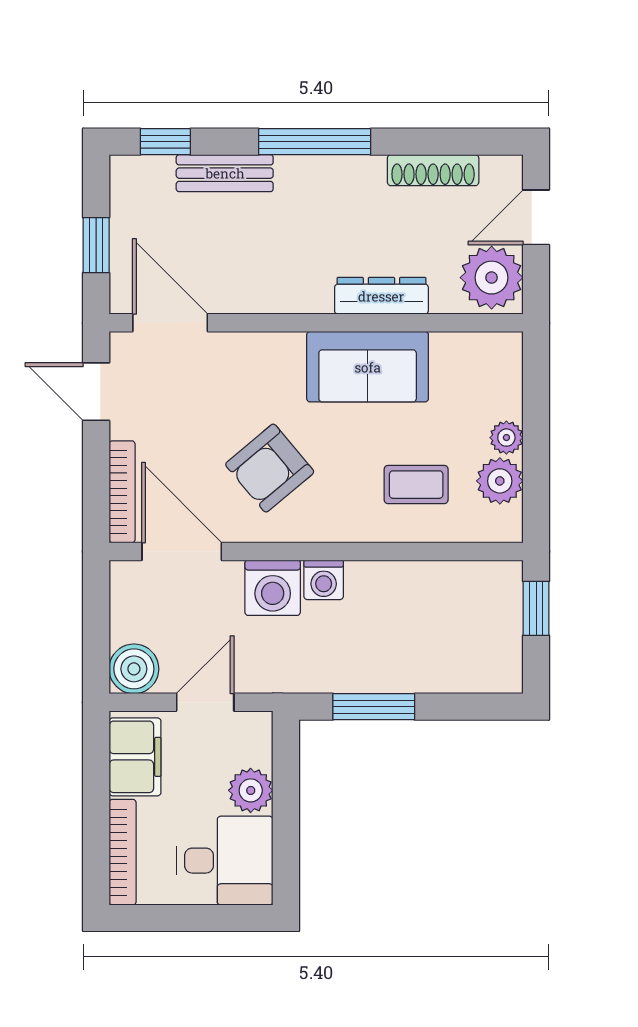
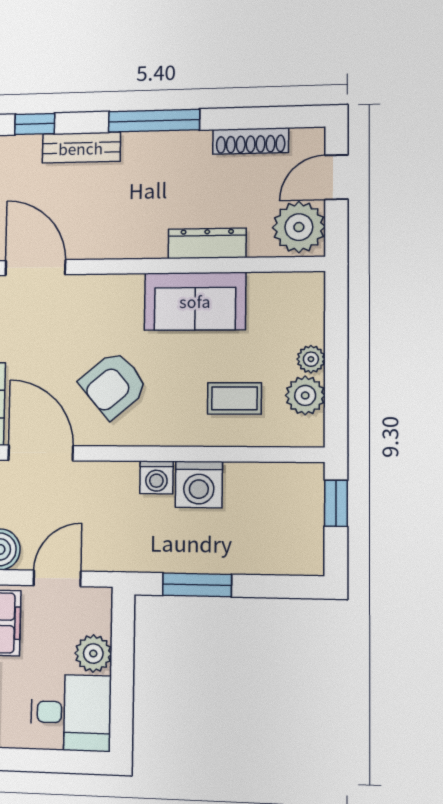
washing machine: (273, 588) -> (199, 484), moved

